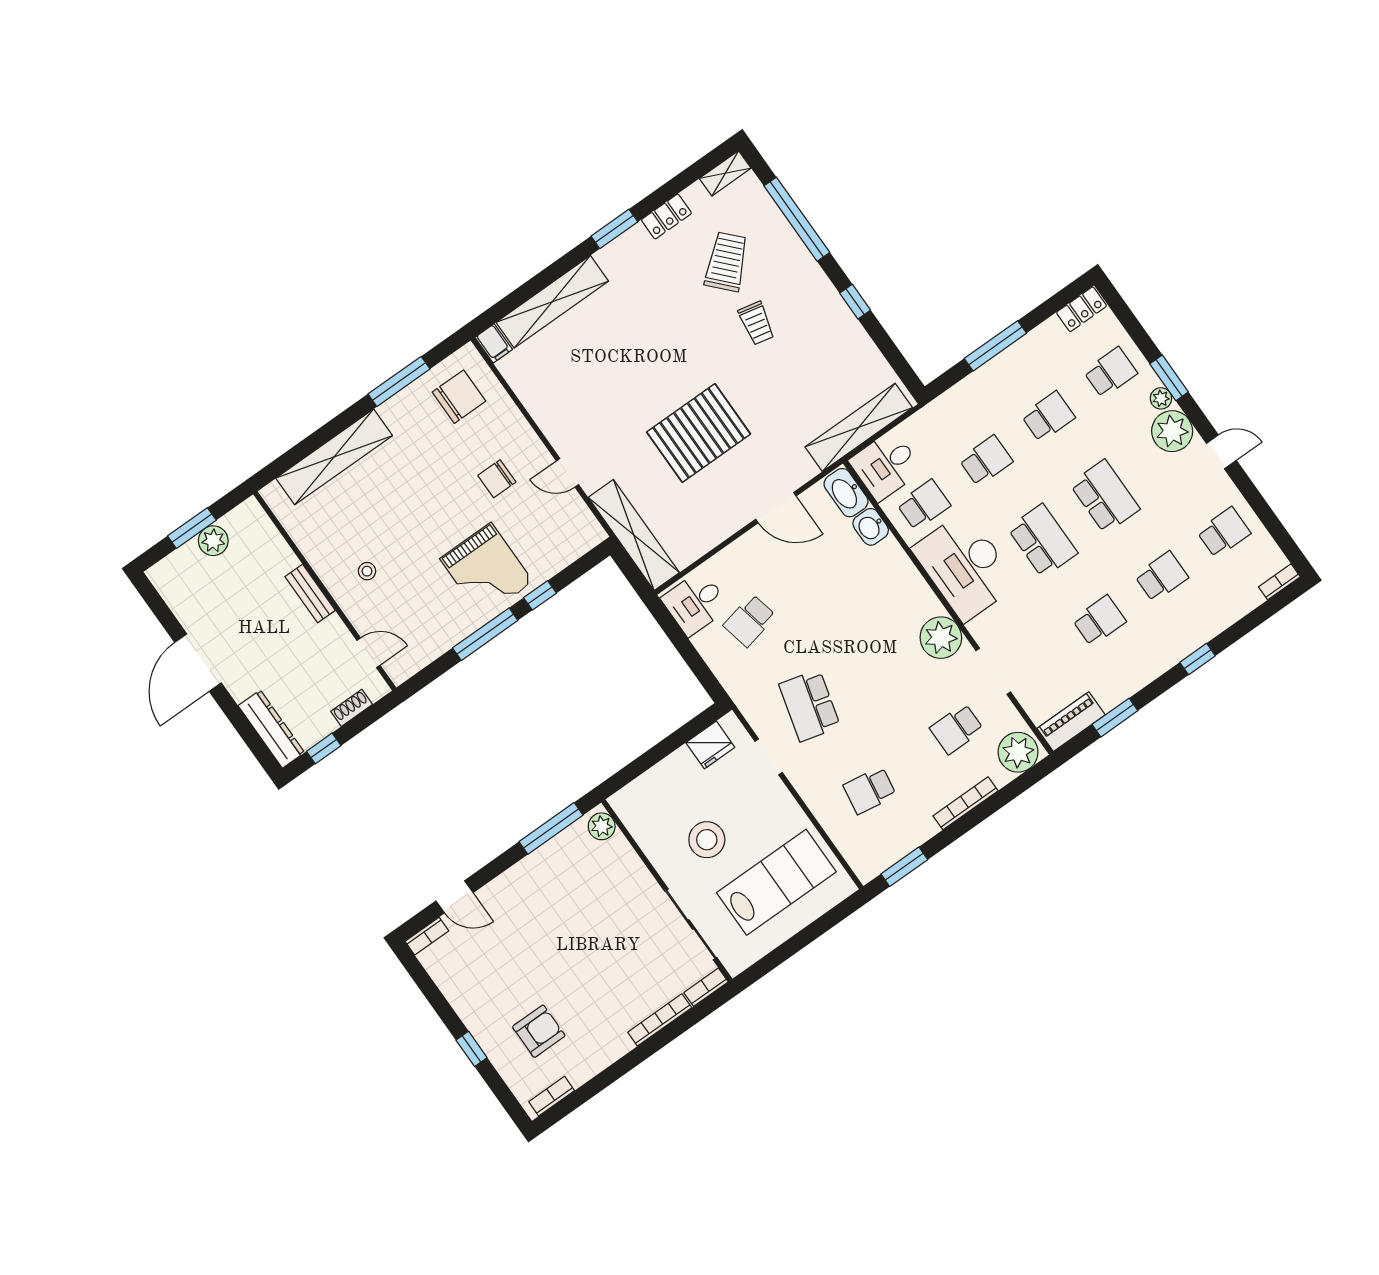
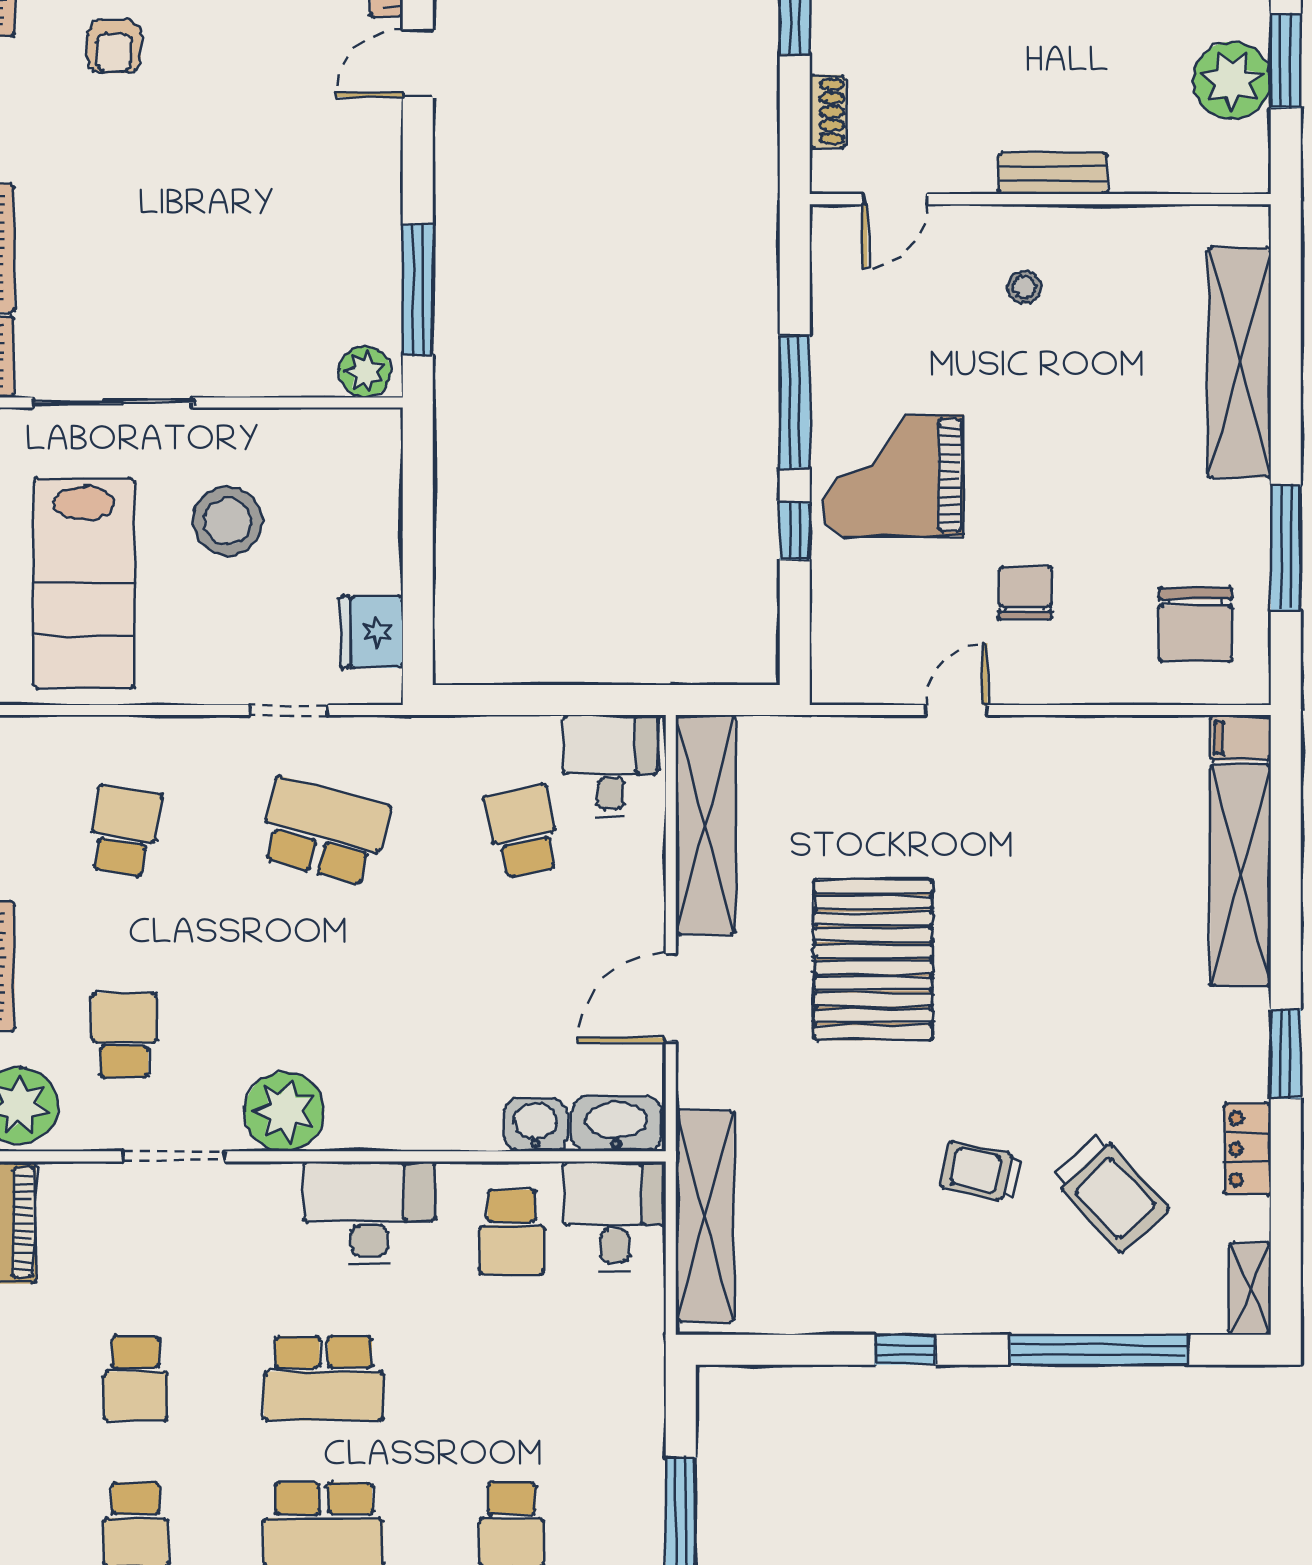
school desk: (986, 461) -> (512, 1378), removed
shelving: (634, 535) -> (706, 825), moved, turned 90
plant: (213, 541) -> (1232, 80), width x1.36, depth x1.36
desk: (965, 566) -> (369, 1213), width x0.73, depth x0.77
armchair: (539, 1031) -> (114, 46), width x0.72, depth x0.72

